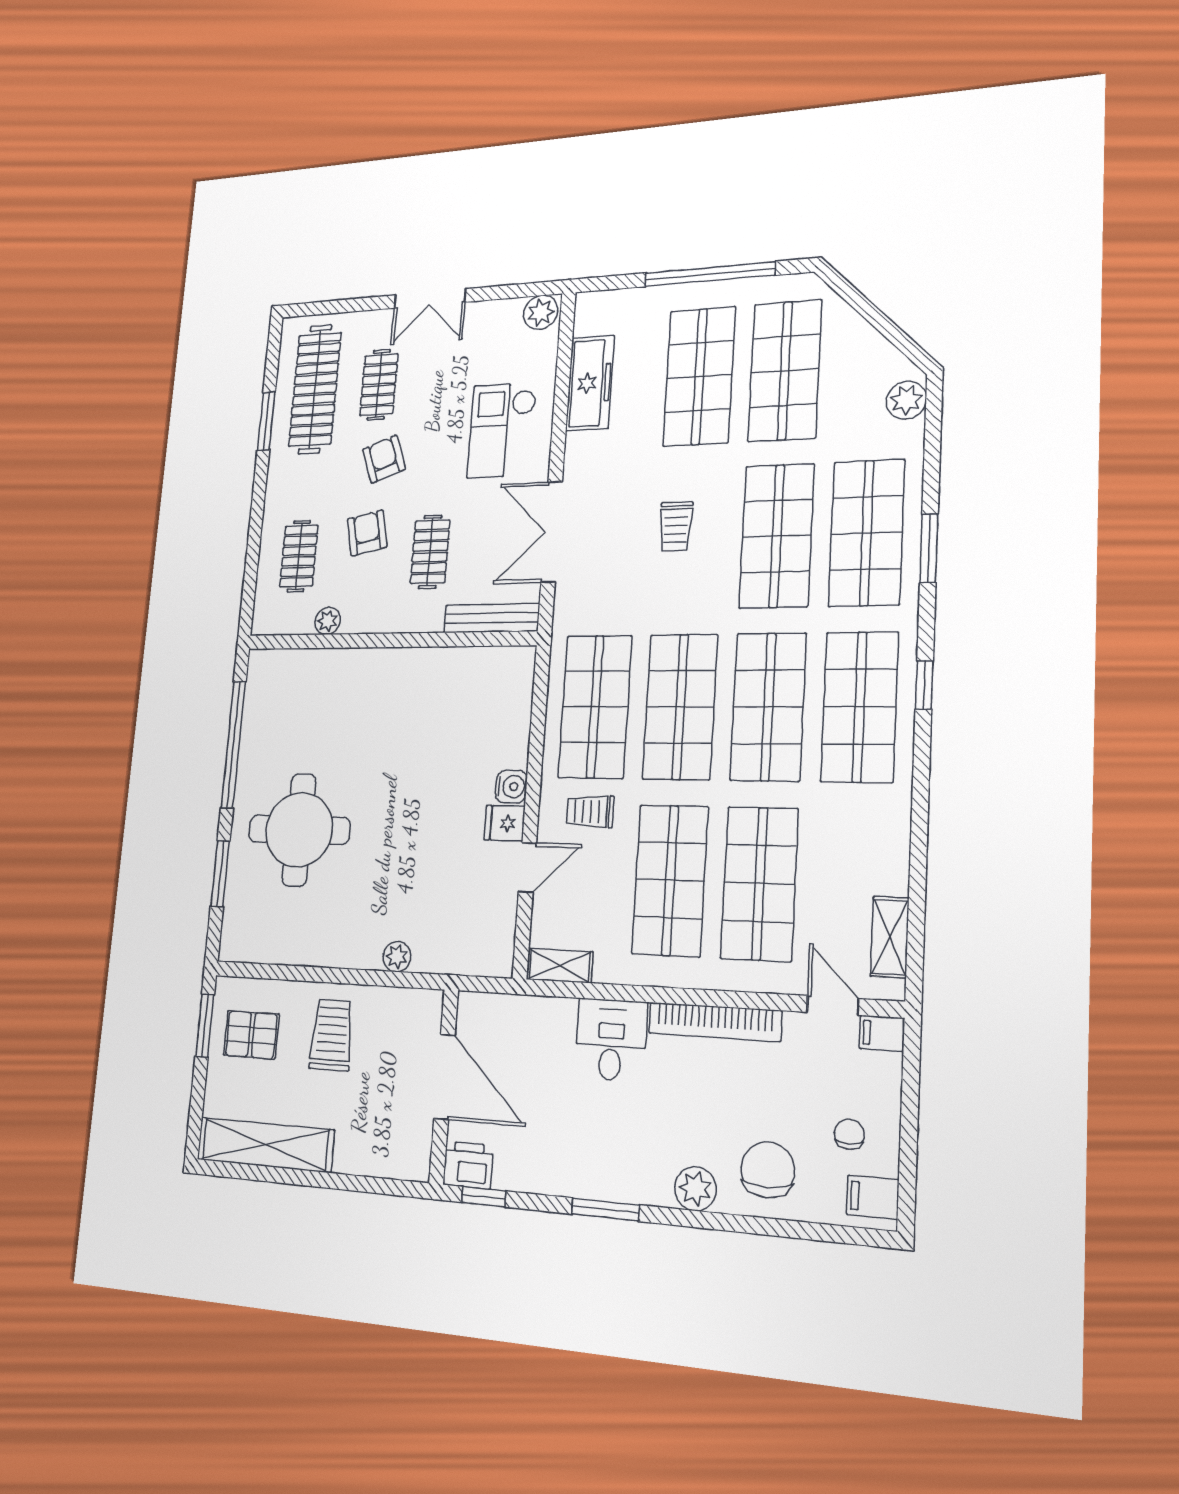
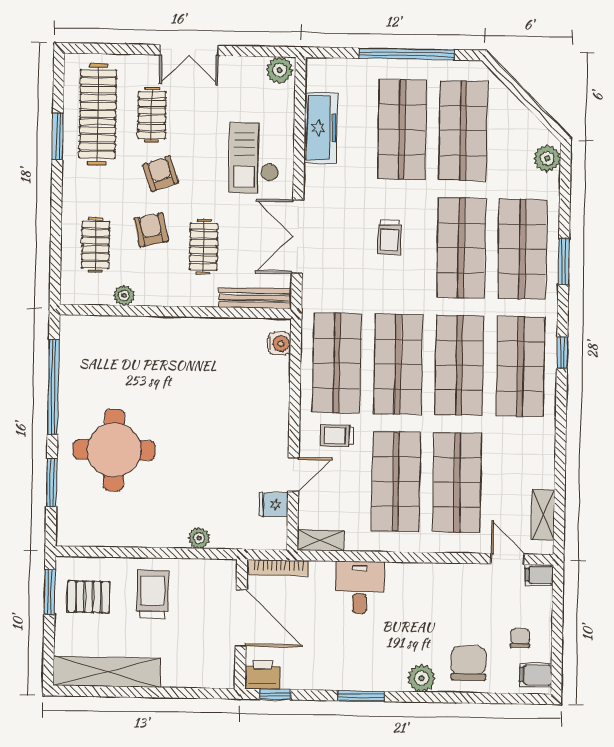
water cooler: (511, 787) -> (279, 343), moved
fridge: (505, 823) -> (273, 505), moved
bookcase: (715, 1022) -> (279, 568), moved, width x0.68, depth x0.76

